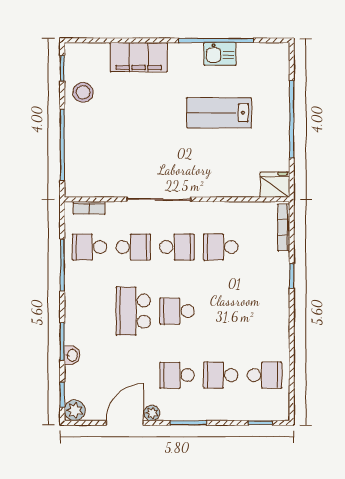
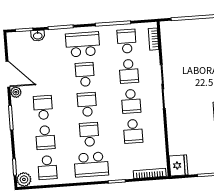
school desk: (221, 247) -> (133, 131), turned 180
school desk: (89, 311) -> (83, 44), added
school desk: (133, 311) -> (85, 74), width x0.54
school desk: (221, 311) -> (89, 134), added
school desk: (265, 311) -> (91, 164), added
washbasin: (72, 355) -> (38, 36), moved
school desk: (221, 375) -> (45, 138), turned 180
plant: (75, 410) -> (24, 179), moved

